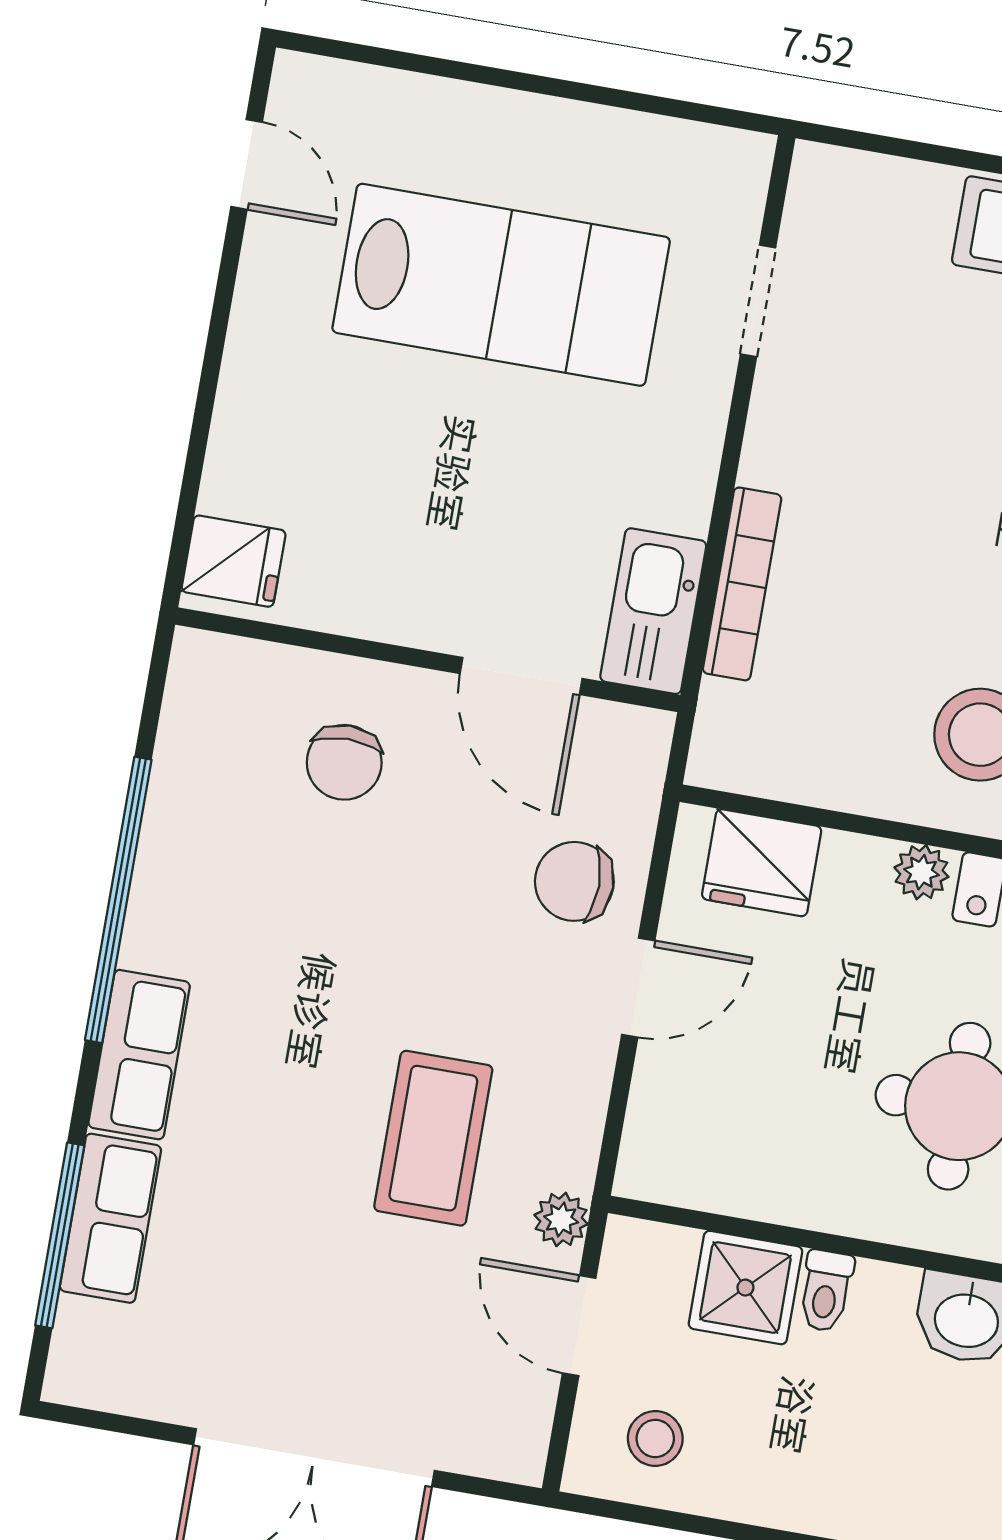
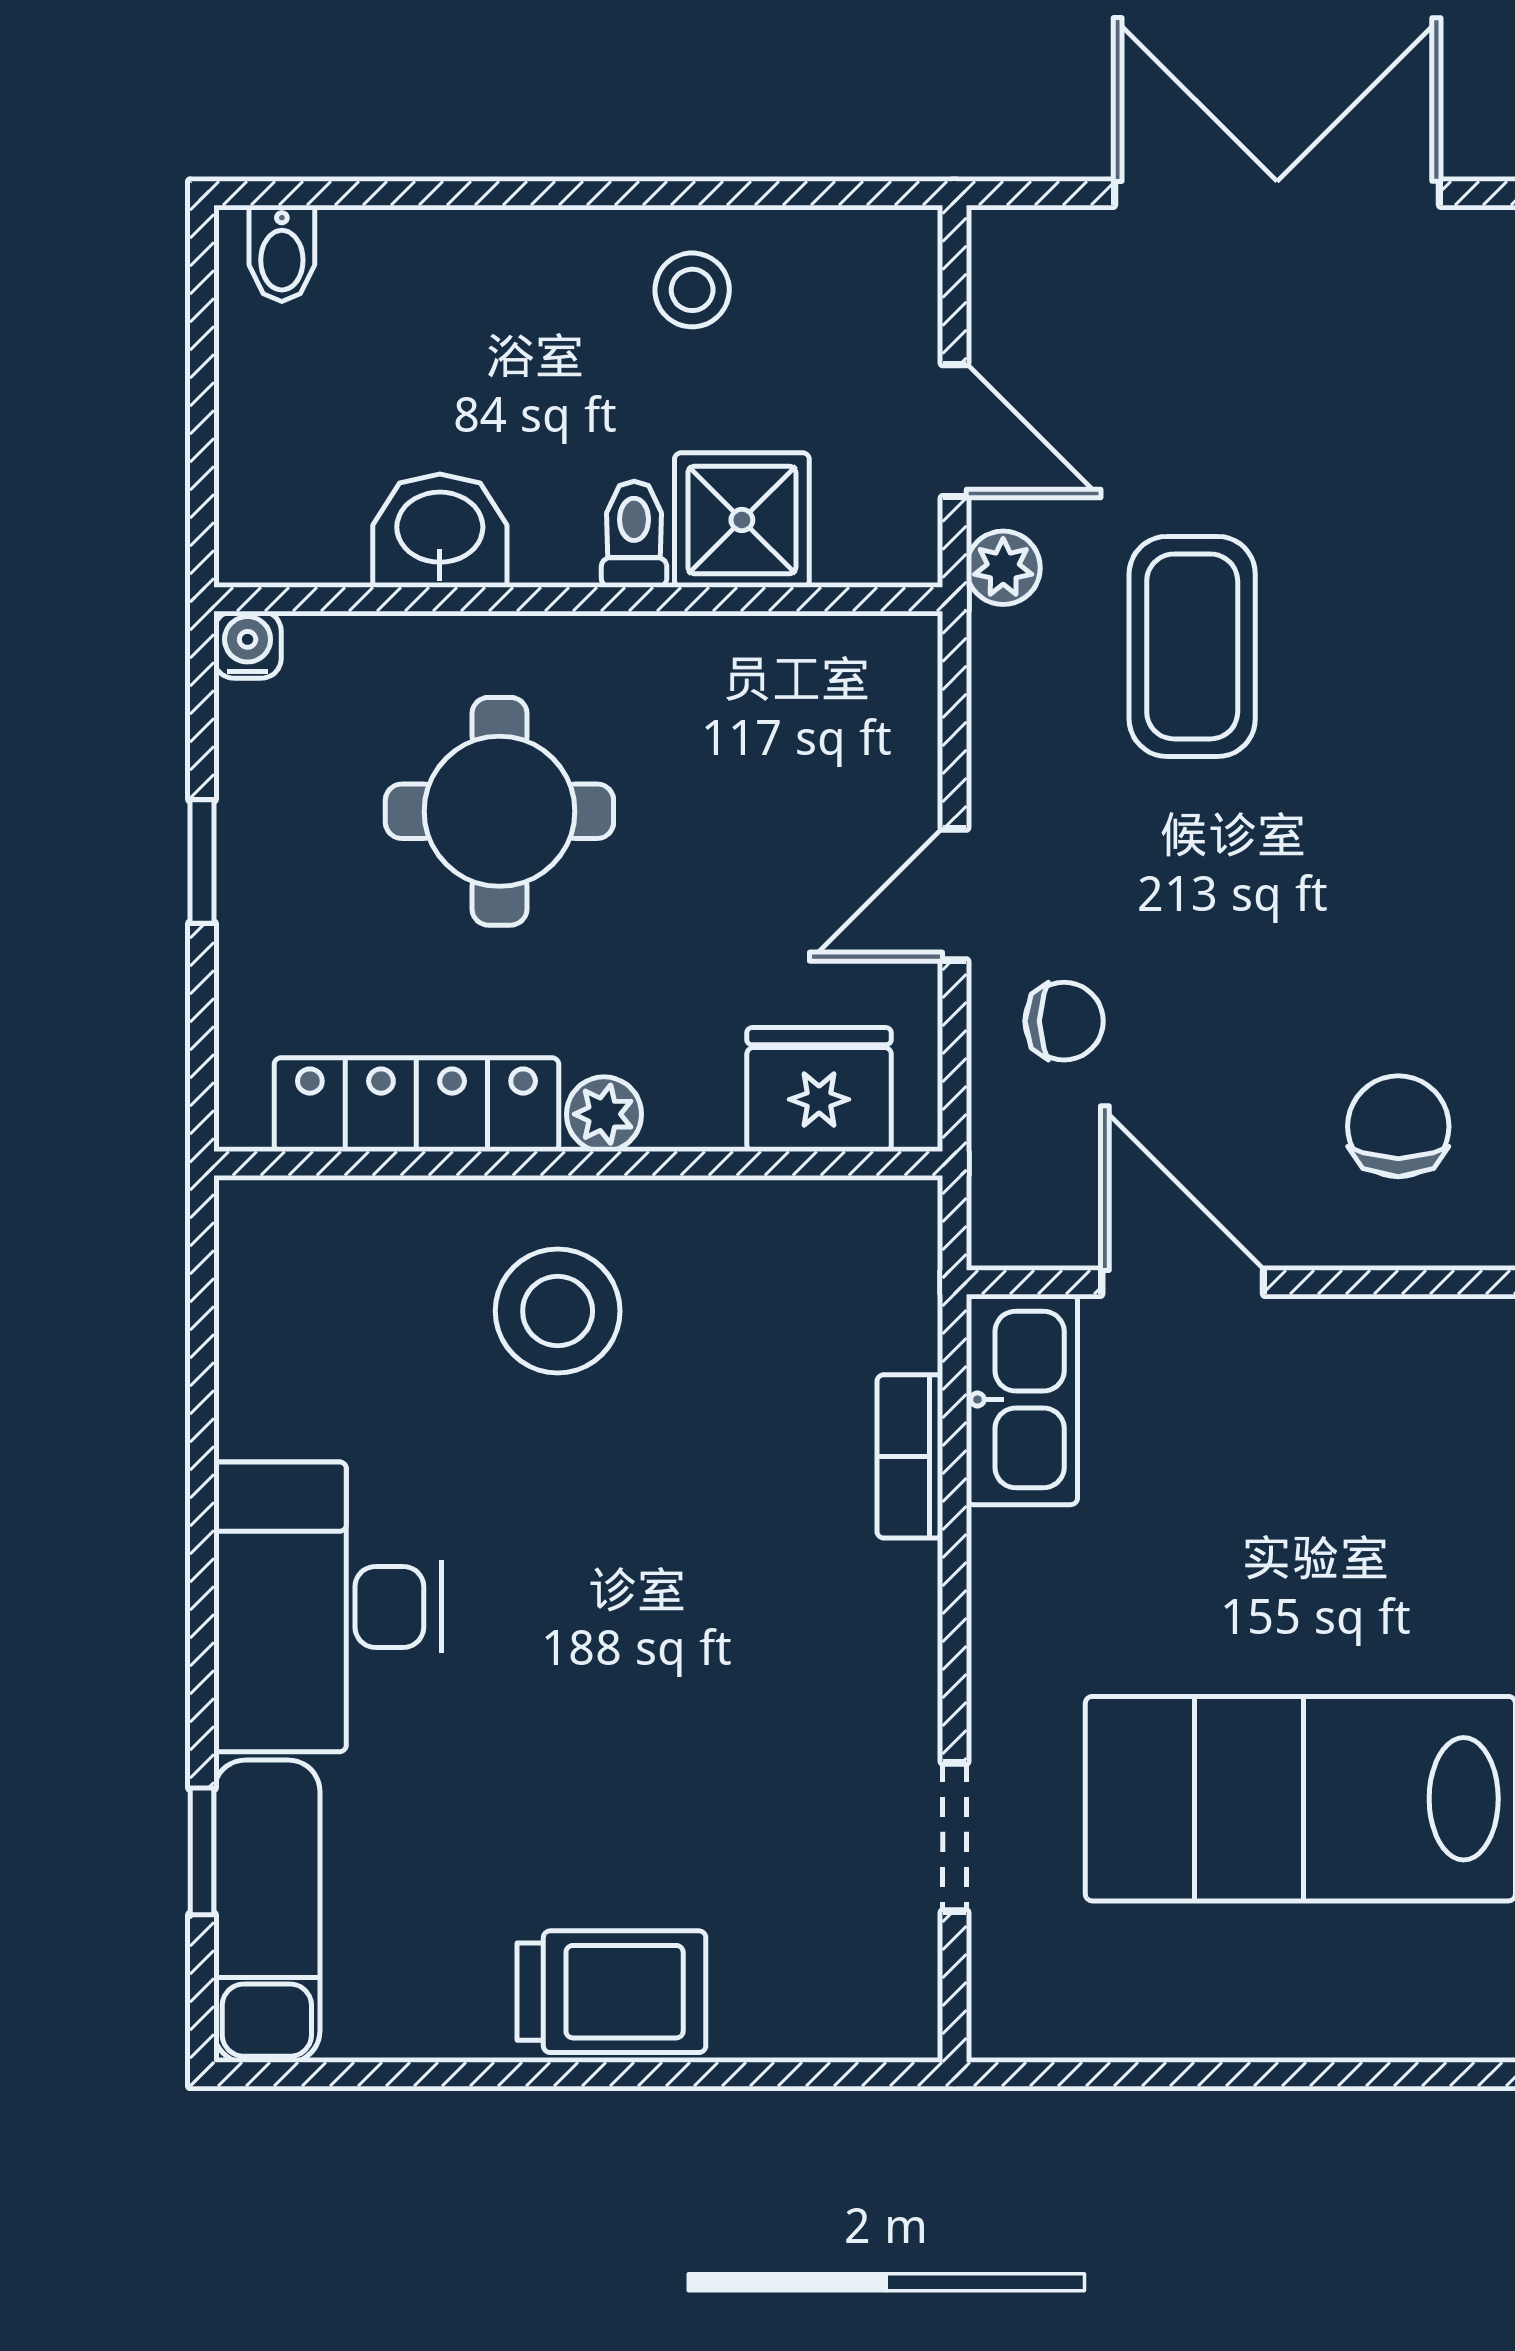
bookcase: (742, 584) -> (910, 1456), width x0.64
chair: (574, 881) -> (1064, 1021), width x0.73, depth x0.73
stool: (655, 1438) -> (692, 290), moved

